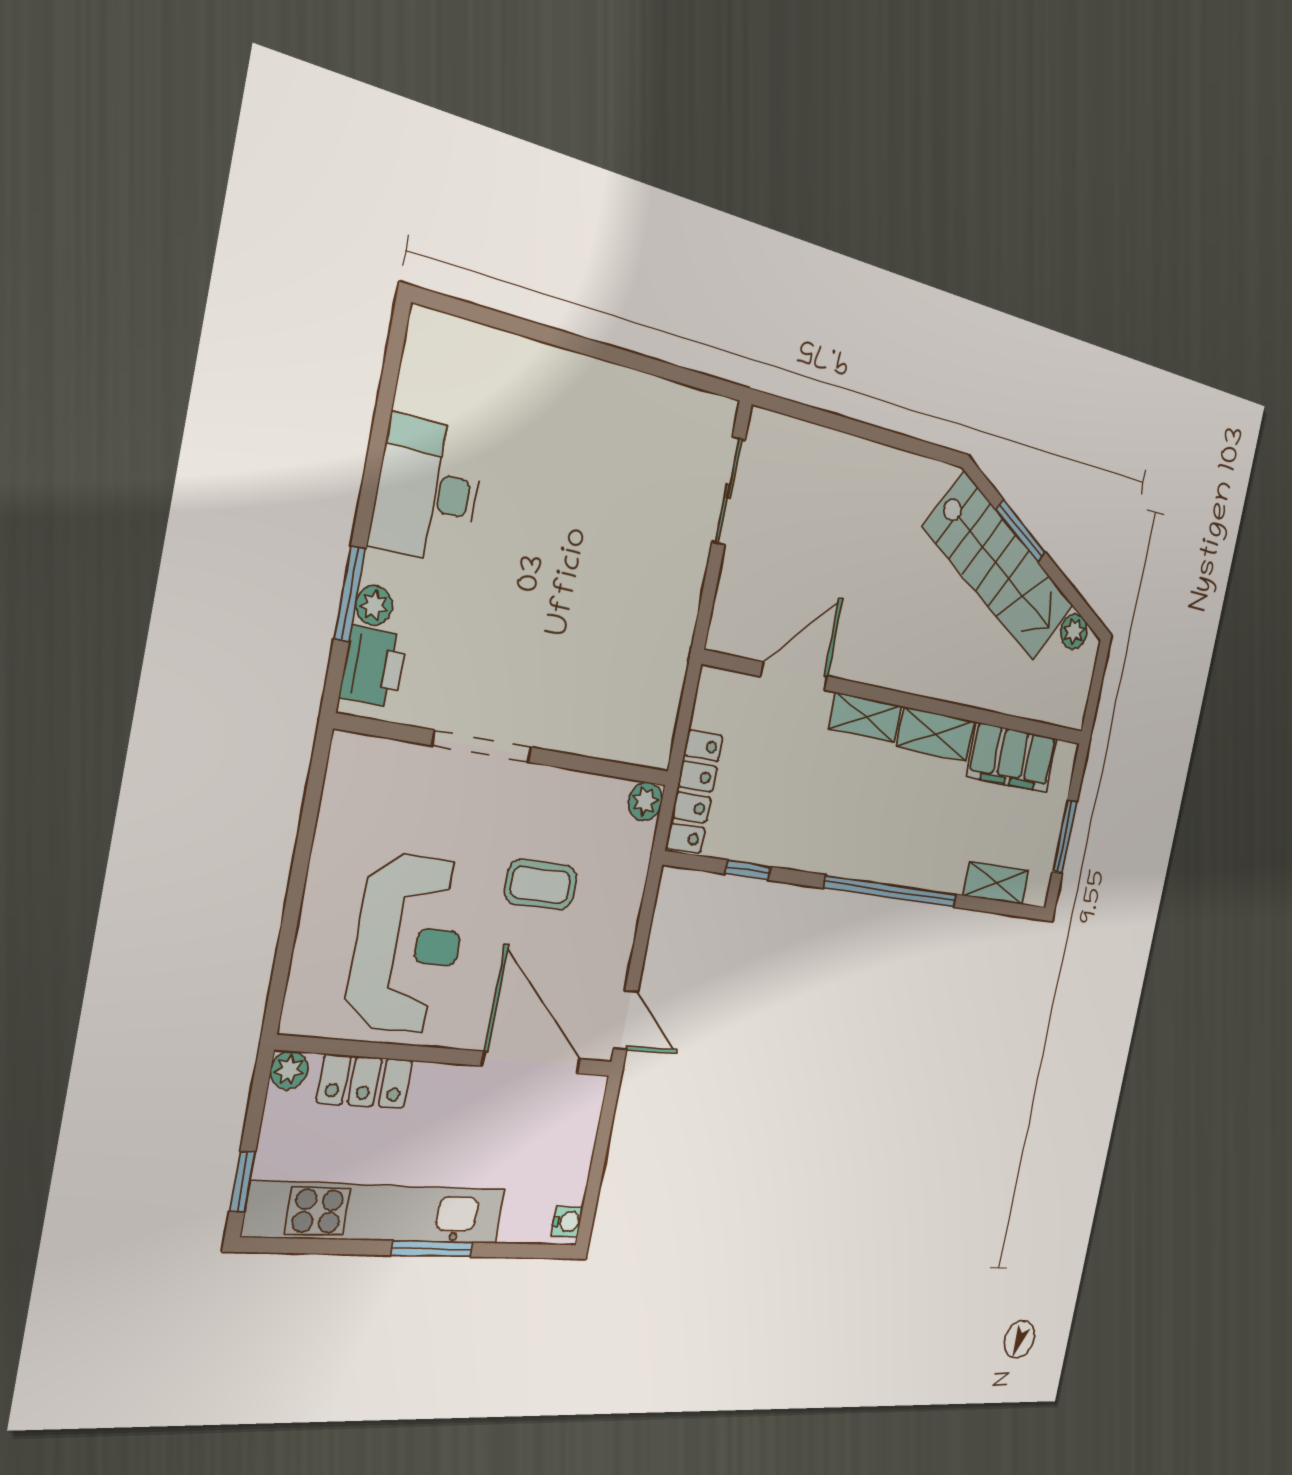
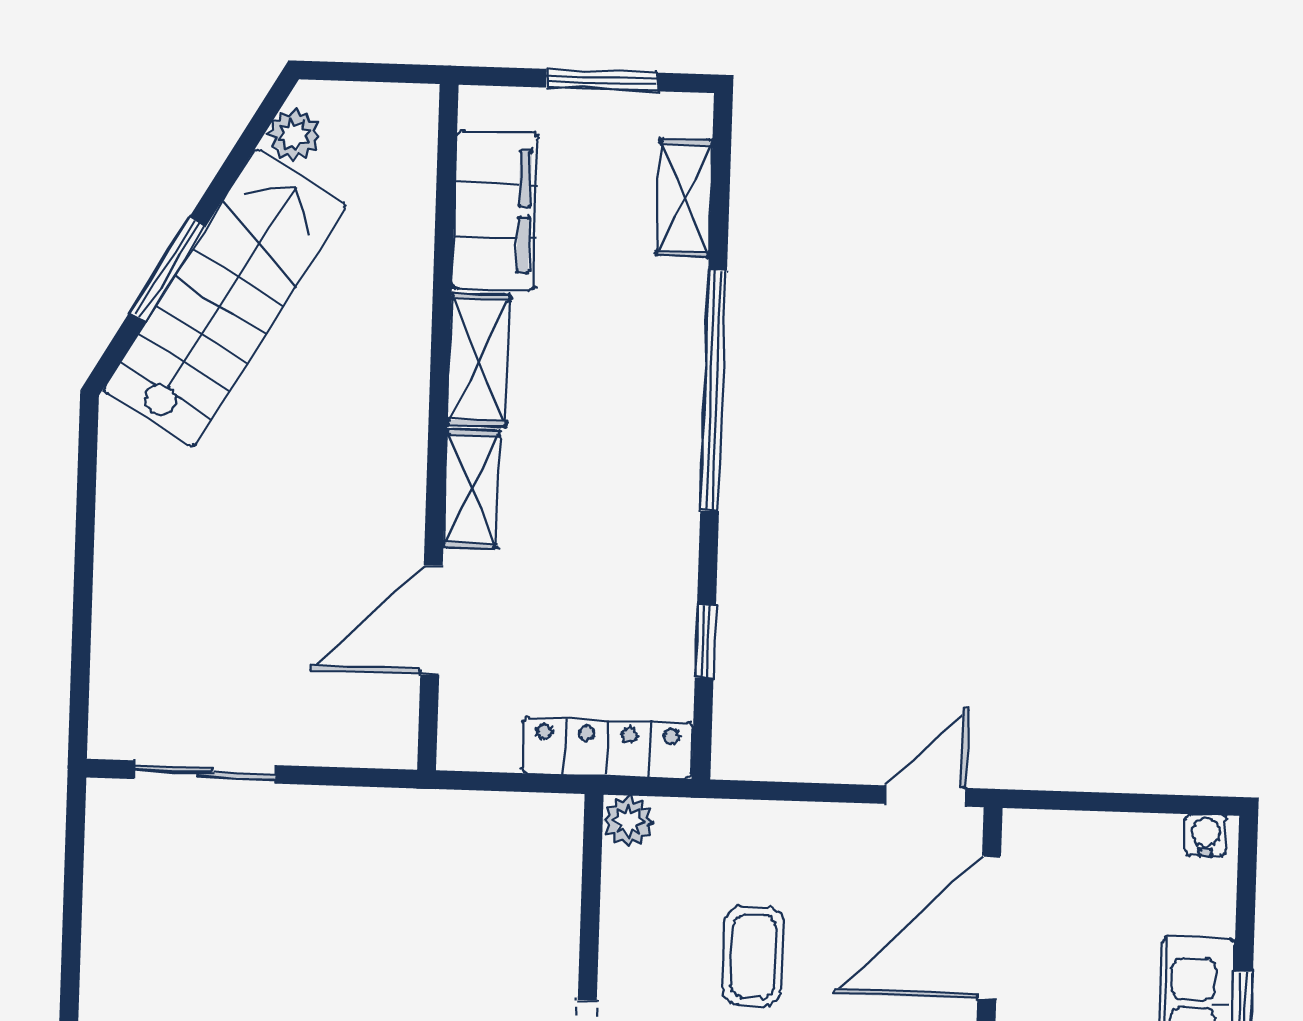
door: (794, 676) -> (431, 620), hinge flipped

